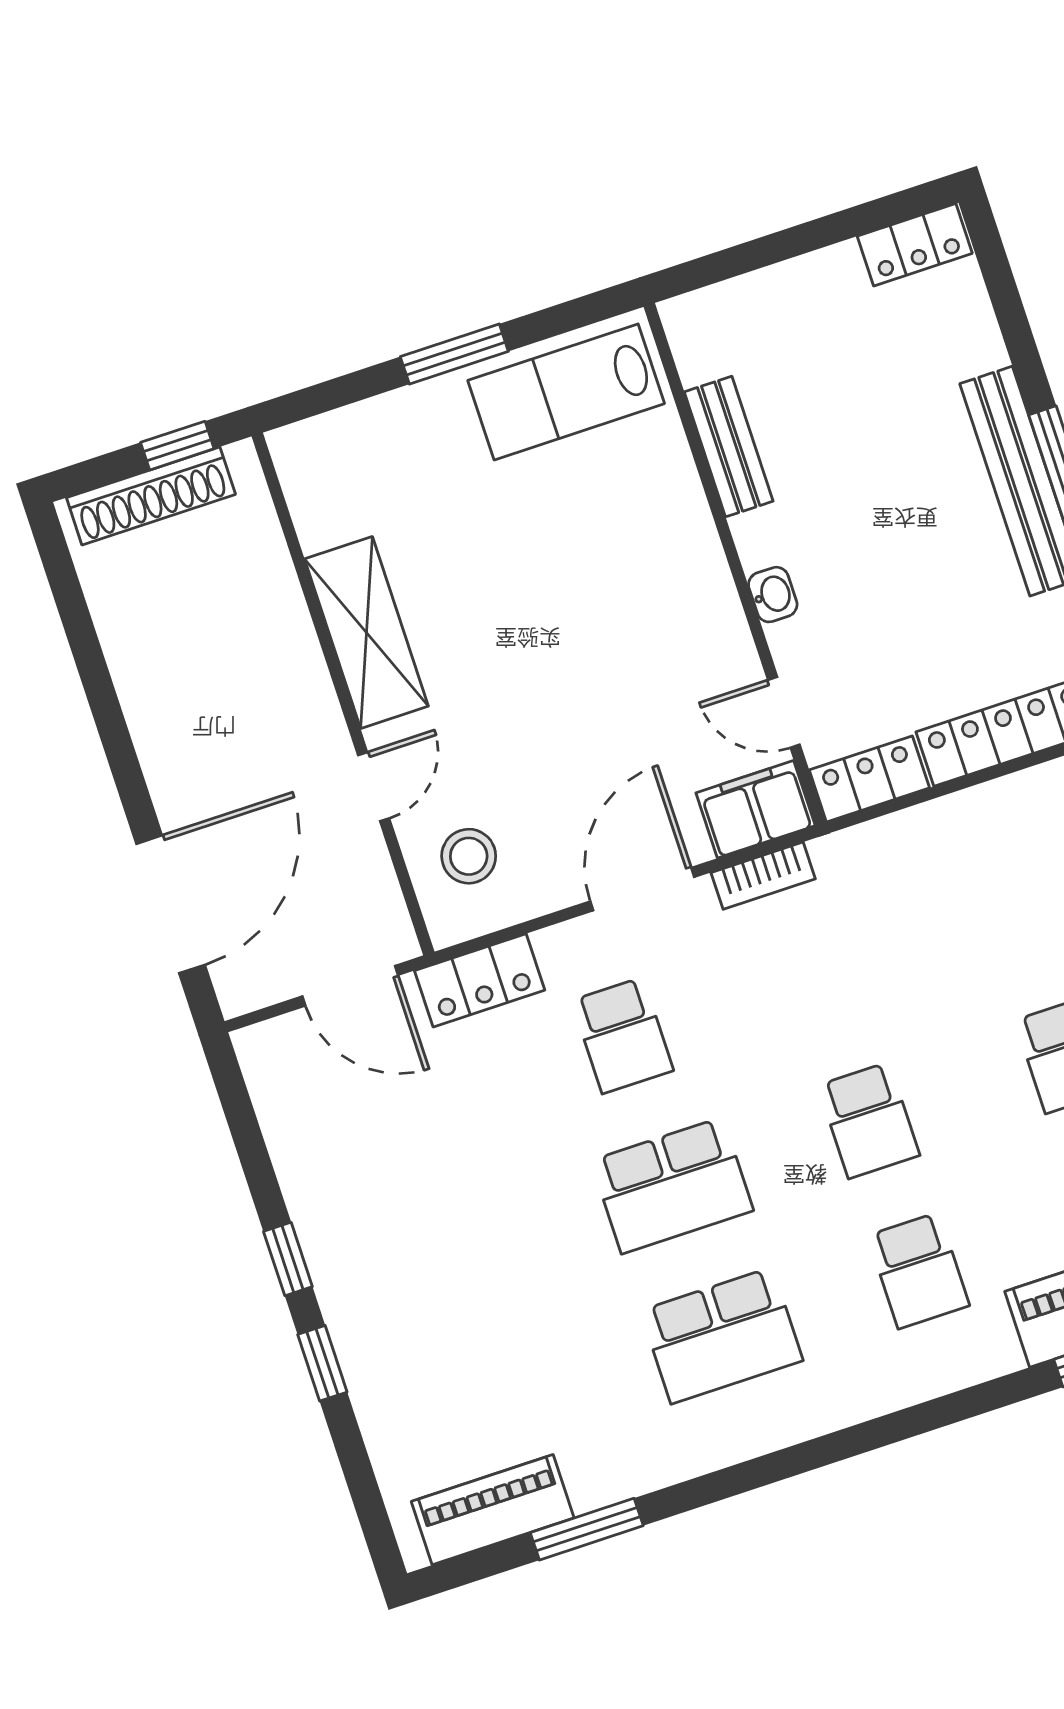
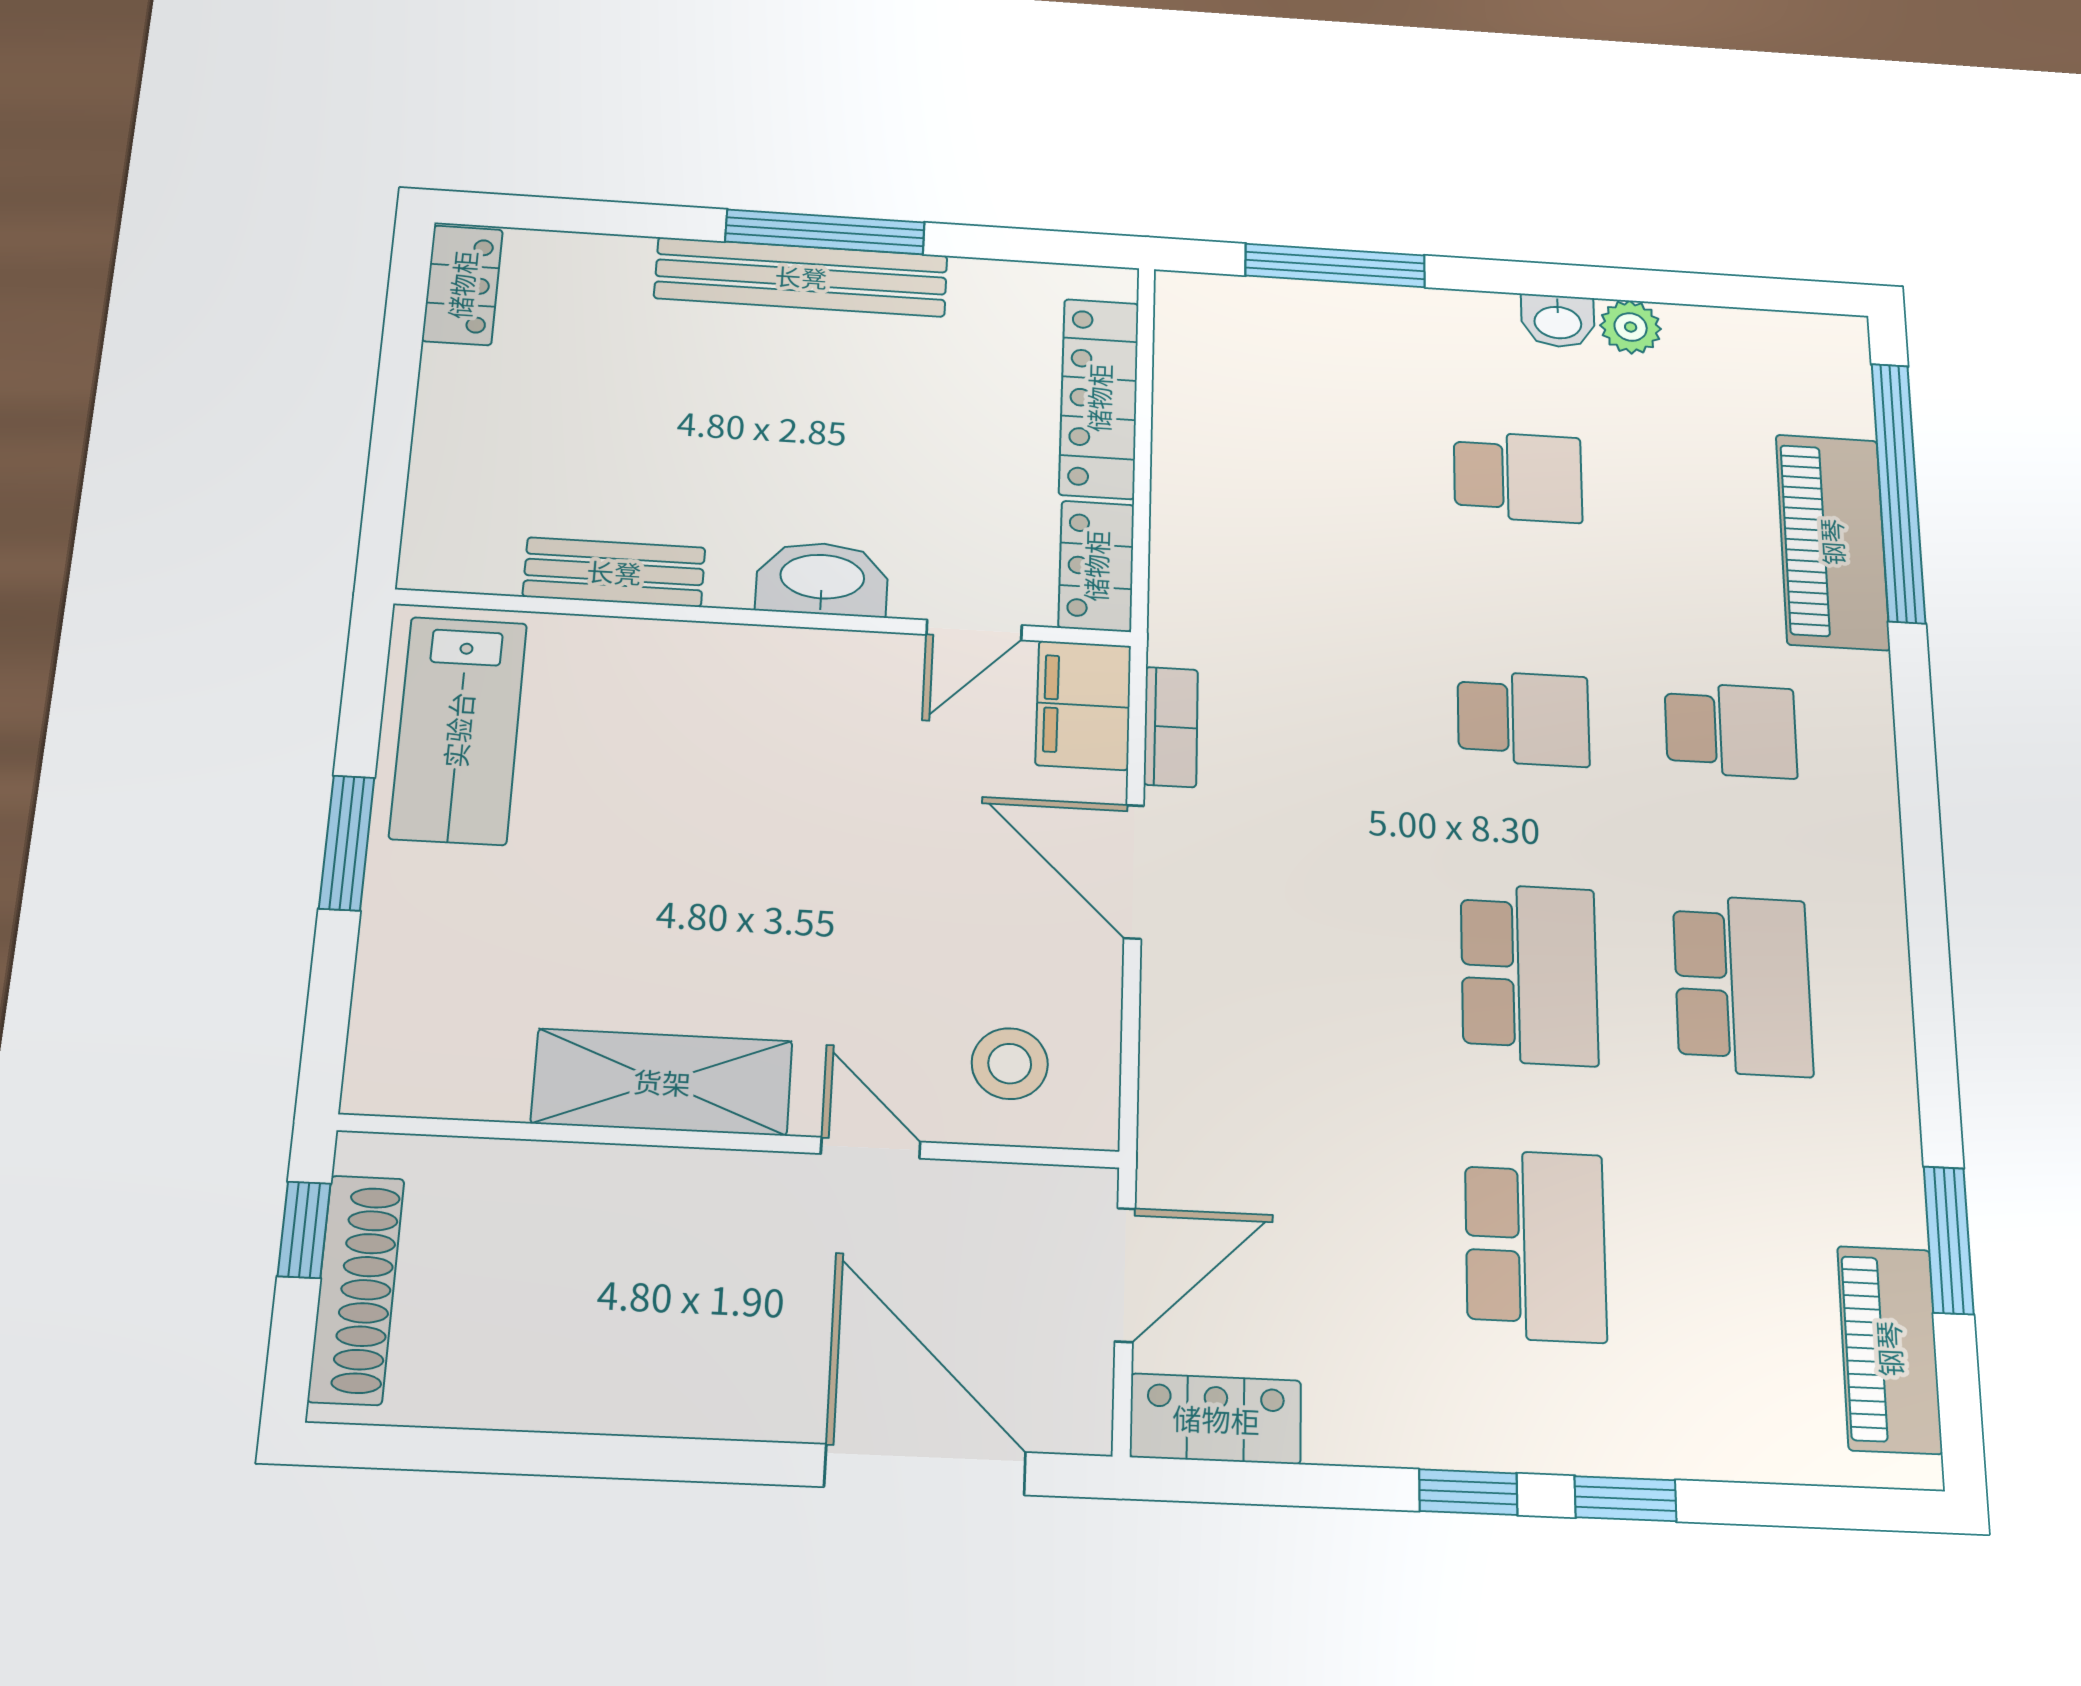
washbasin: (773, 595) -> (822, 579), width x1.91, depth x1.45
locker: (480, 980) -> (1216, 1419), moved, turned -90
school desk: (622, 1035) -> (1535, 1245), moved, width x1.85

